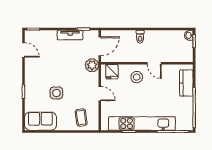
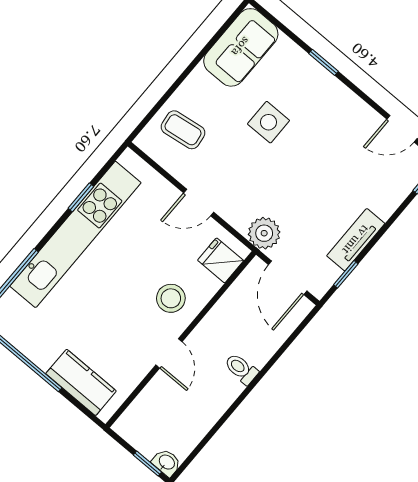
door: (154, 63) -> (169, 353), swing flipped

